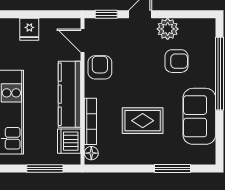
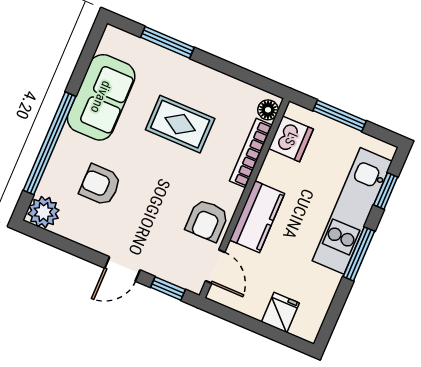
plant: (168, 29) -> (44, 212), moved
kitchen counter: (70, 94) -> (257, 217), width x0.67

